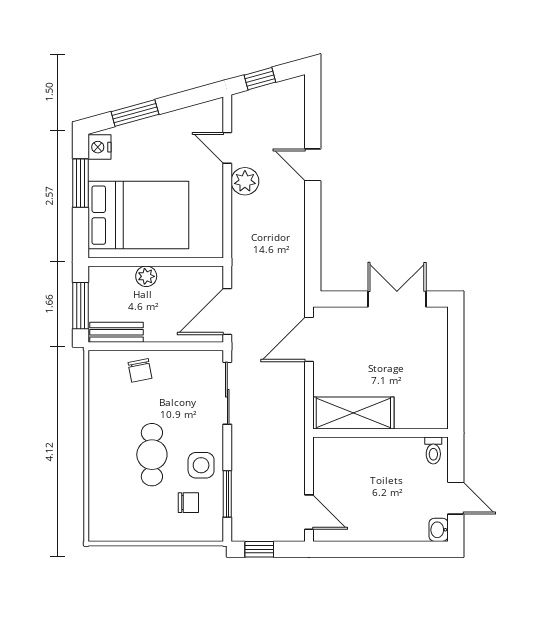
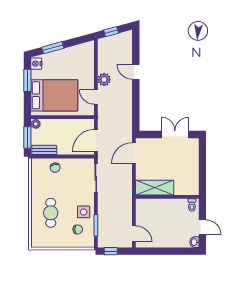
door: (227, 148) -> (96, 97), moved
plant: (146, 276) -> (36, 124), moved
cafe table: (152, 455) -> (51, 213), moved

